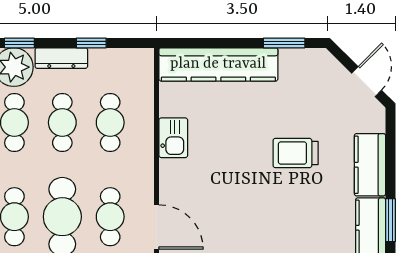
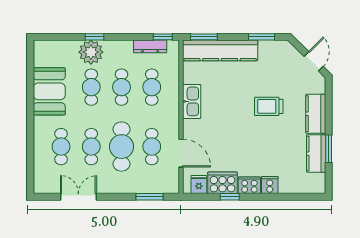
window: (91, 43) -> (163, 37), moved
window: (193, 43) -> (204, 37), added
dresser: (61, 58) -> (150, 46), moved
kitchen sink: (173, 138) -> (192, 101), width x1.38

